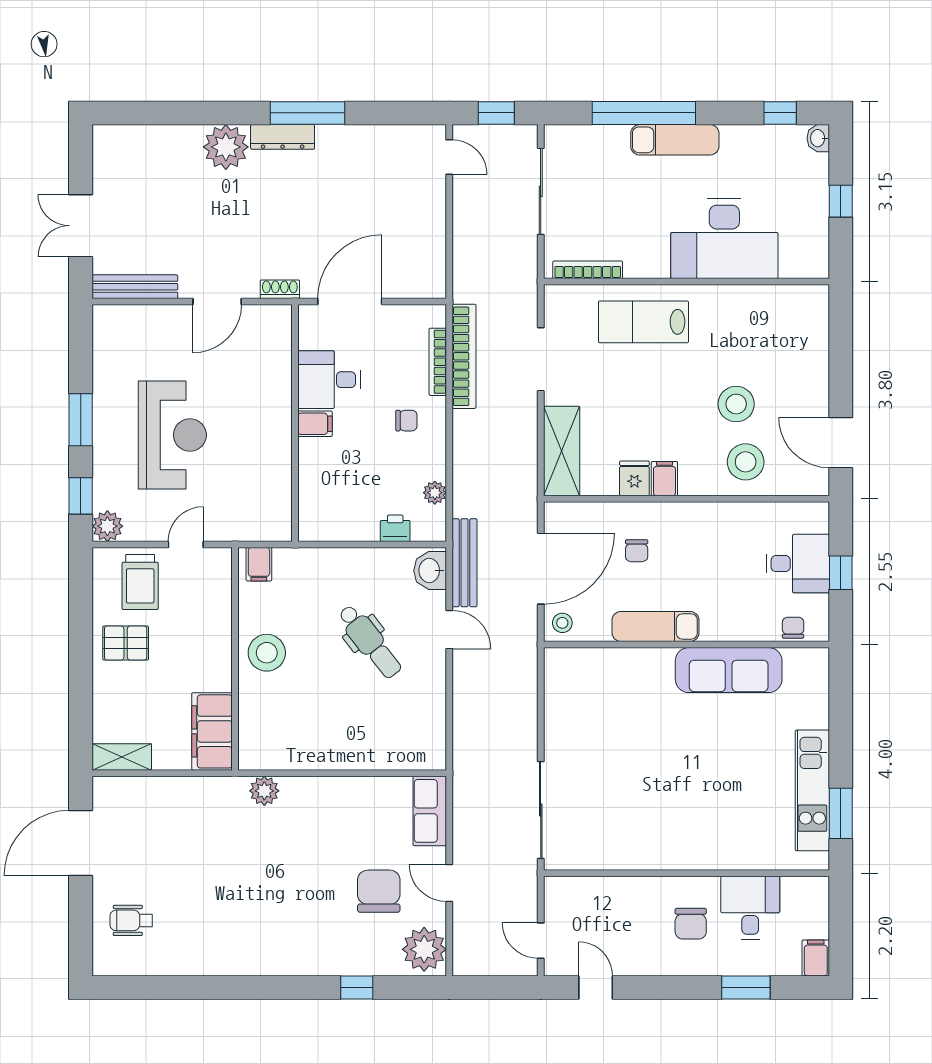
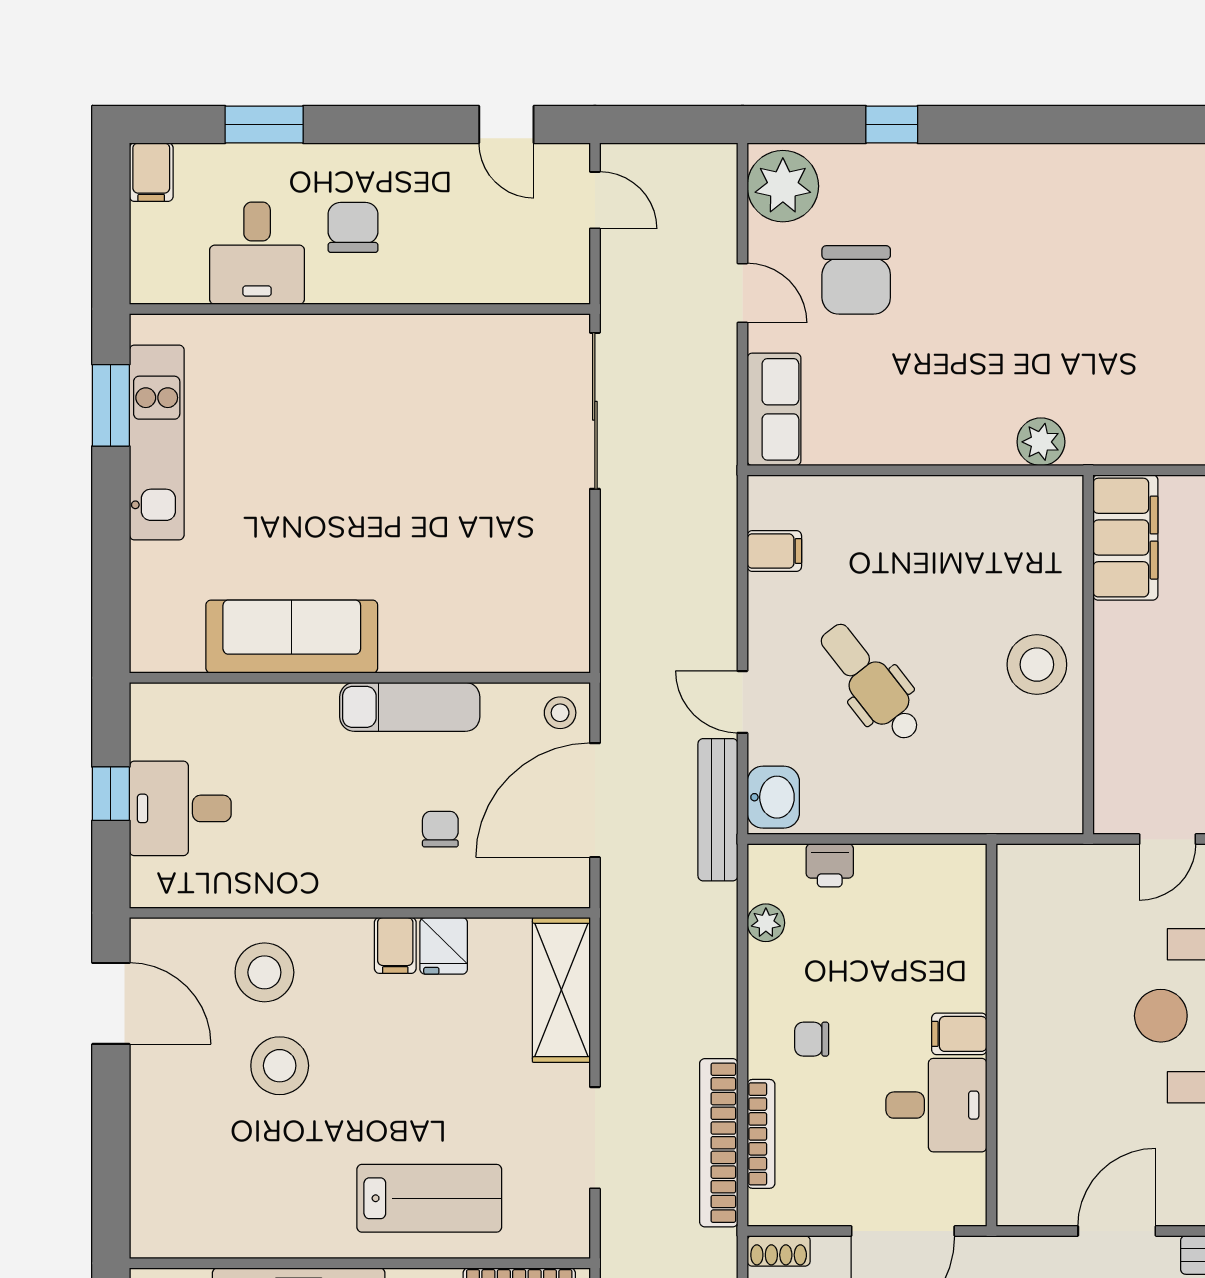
shoe rack: (280, 289) -> (779, 1251), moved
filing cabinet: (259, 564) -> (774, 551), moved, turned 90
chair: (793, 628) -> (188, 705), removed

